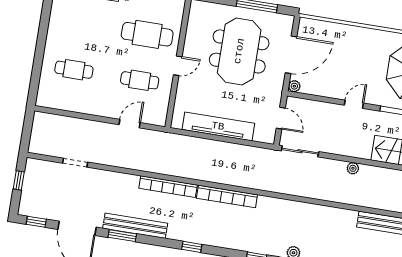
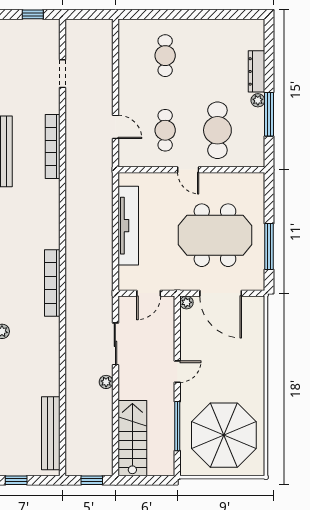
door: (354, 104) -> (177, 372), hinge flipped
sliding door: (300, 151) -> (115, 344), moved
bookcase: (168, 187) -> (53, 146), moved
bookcase: (227, 196) -> (52, 283), moved

